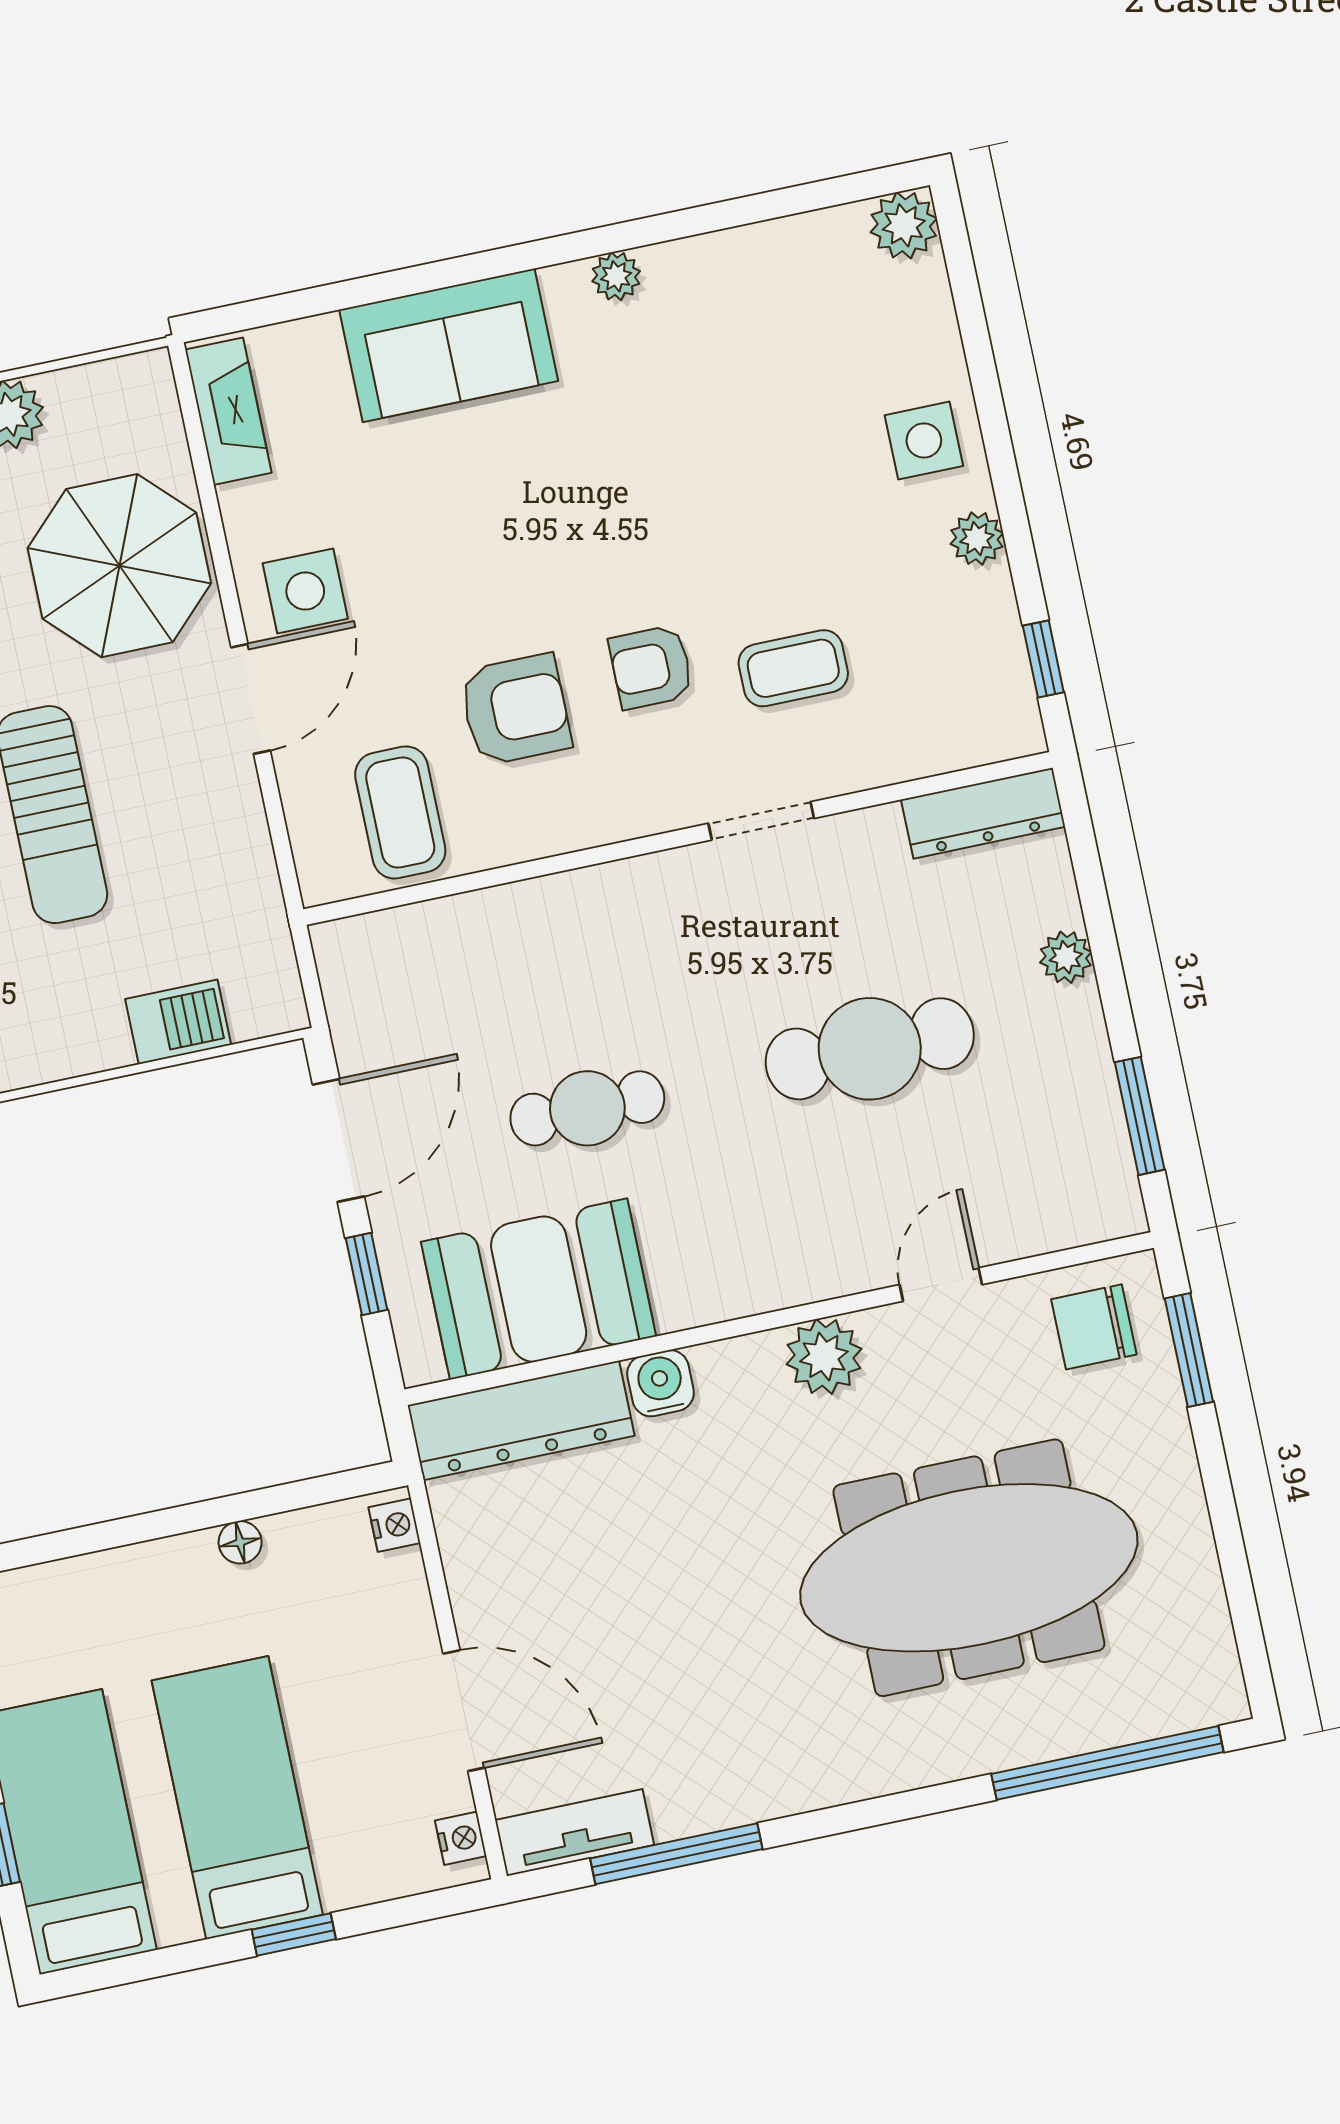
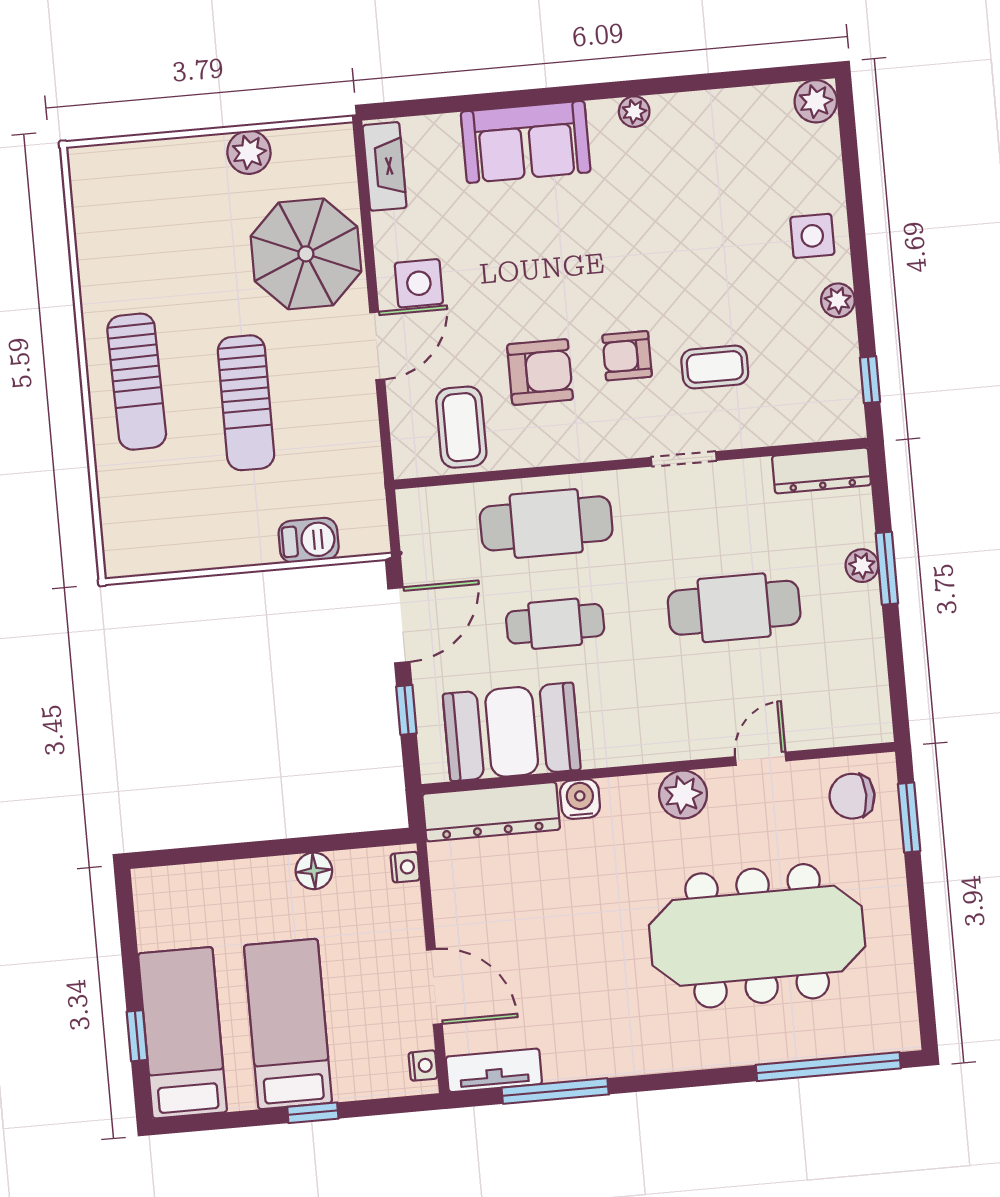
cafe table: (554, 950) -> (546, 523), added
window: (1140, 1116) -> (887, 568), moved
floor lamp: (240, 1542) -> (314, 871), width x1.37, depth x1.37

